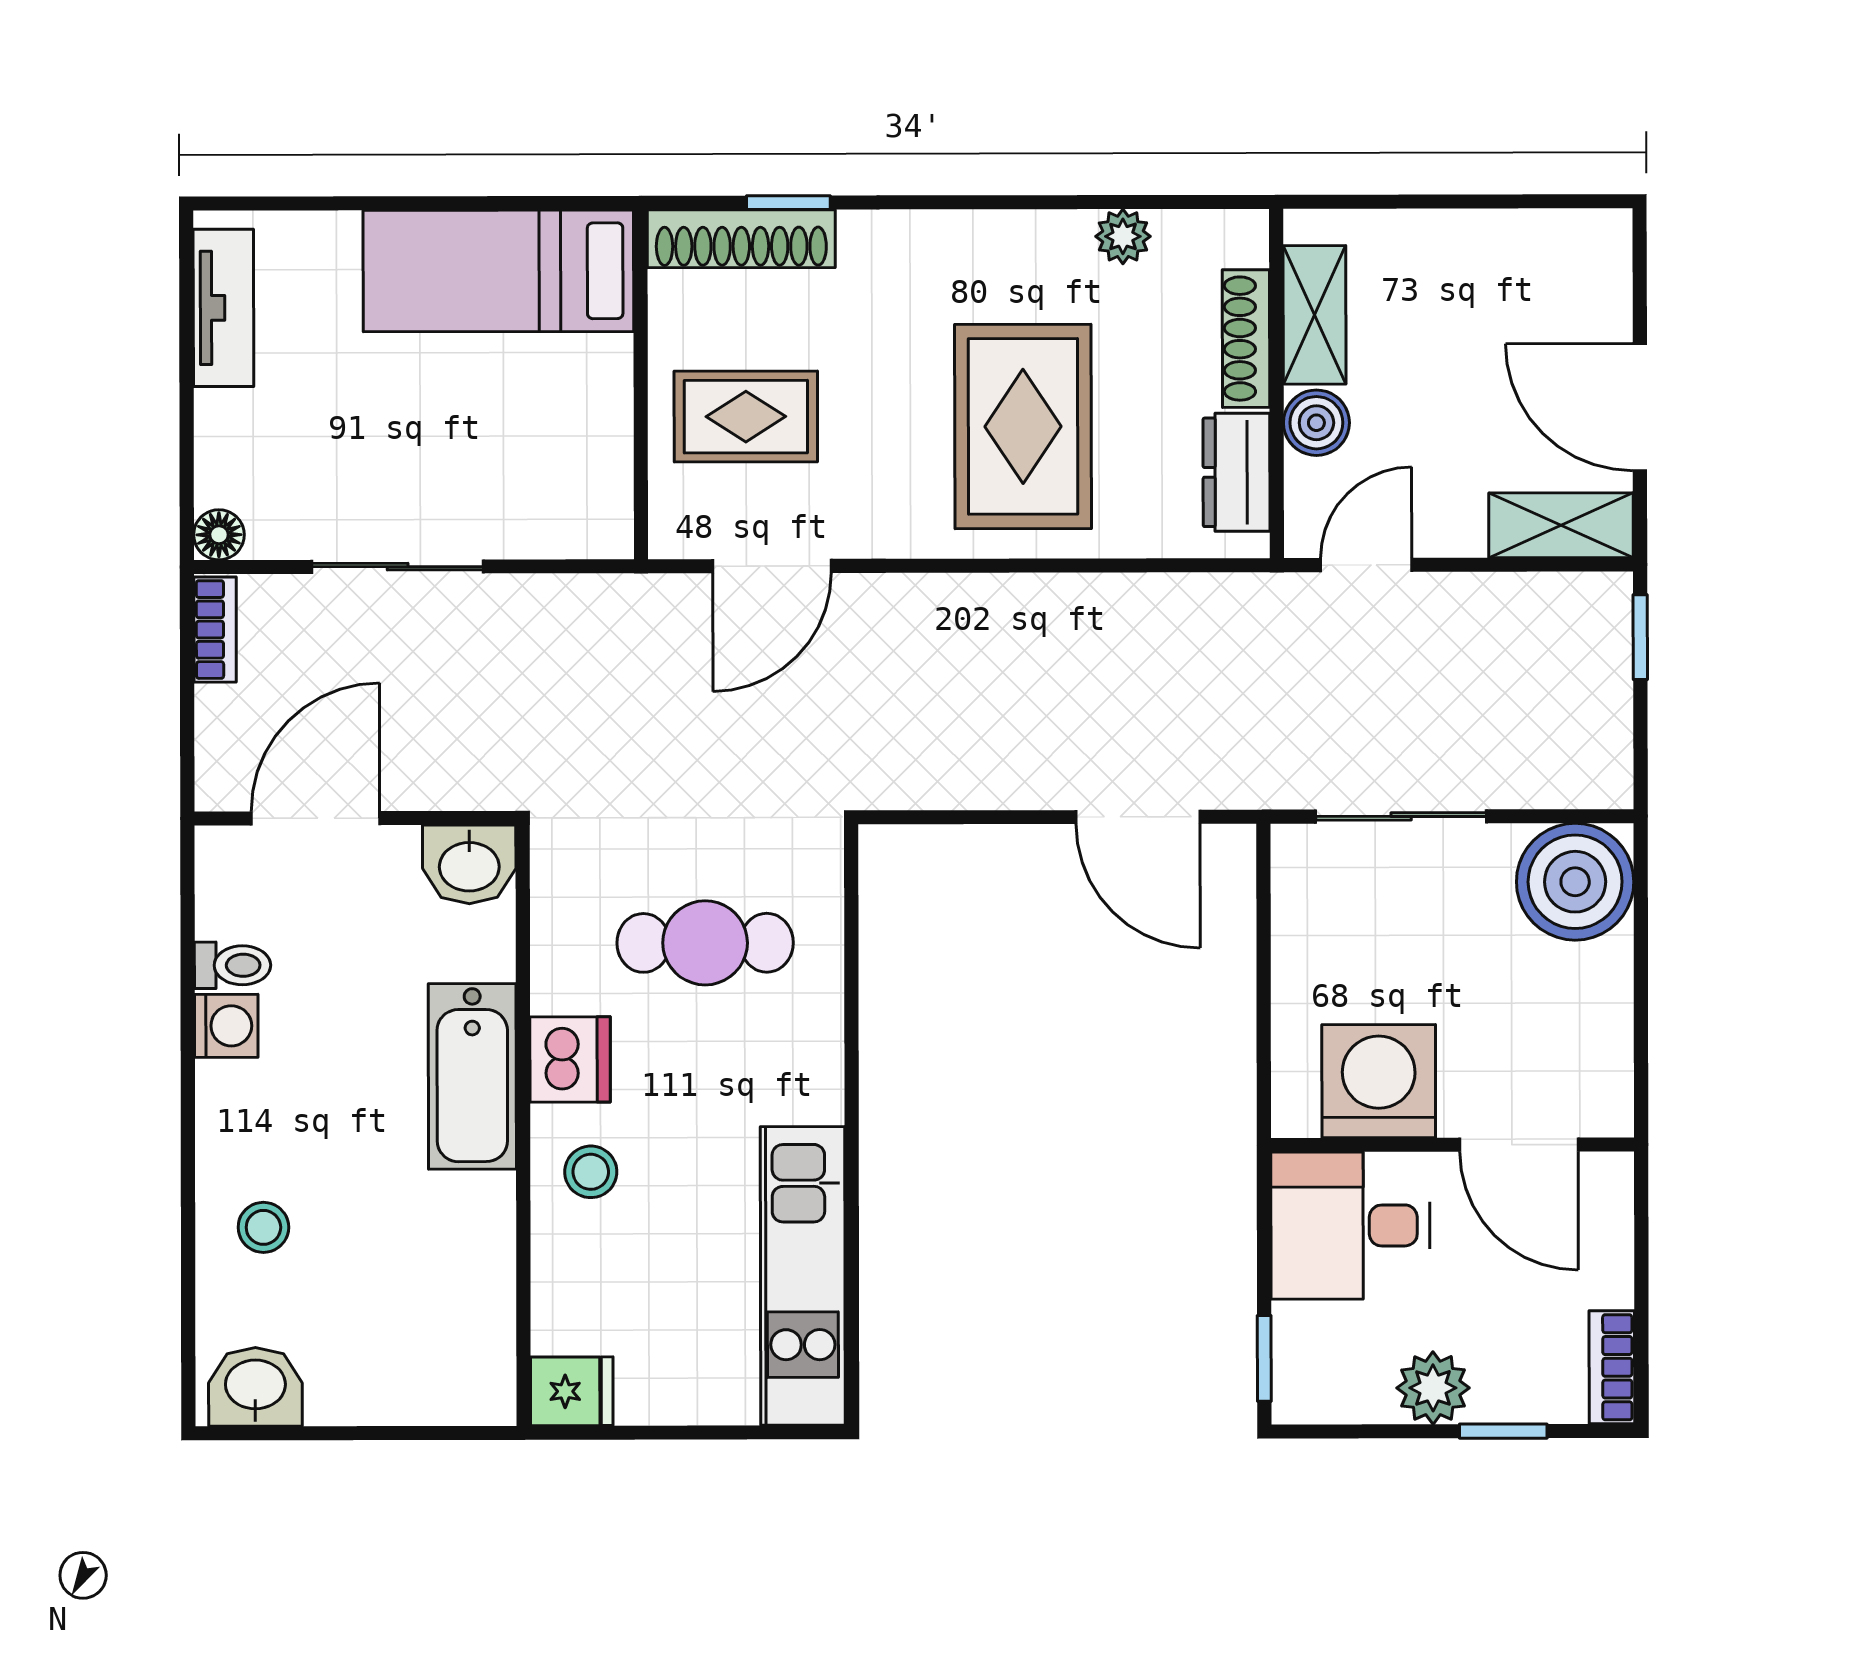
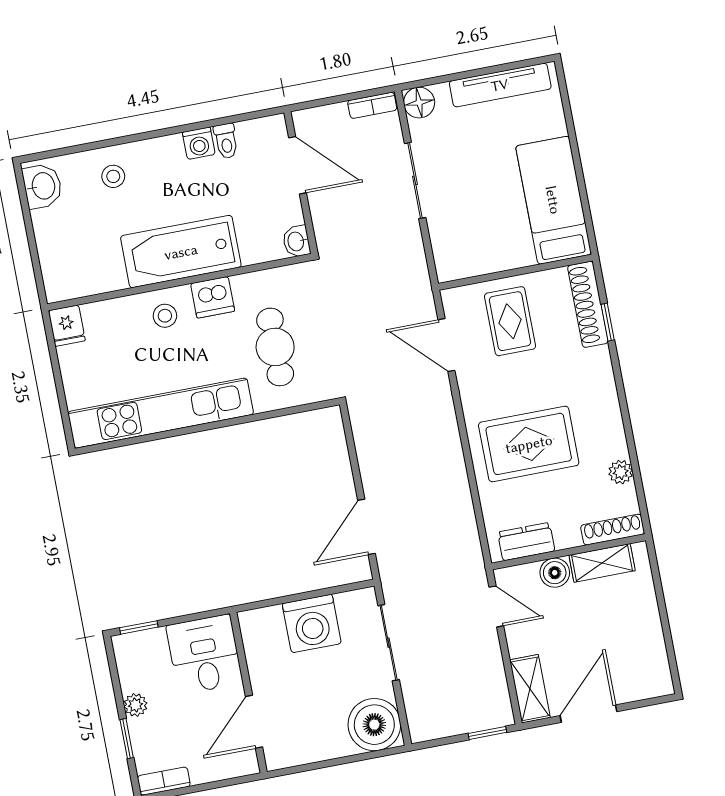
tv unit: (223, 308) -> (500, 85), width x1.41
shoe rack: (1246, 339) -> (613, 530), moved
floor lamp: (219, 535) -> (419, 103), width x1.37, depth x1.37
washbasin: (469, 864) -> (296, 241), width x0.72, depth x0.69
bathtub: (472, 1076) -> (181, 252), width x1.36, depth x1.36
washing machine: (1379, 1081) -> (312, 623), moved, turned 90
kitchen unit: (803, 1276) -> (161, 413), width x1.36
plant: (1433, 1388) -> (135, 705), width x0.73, depth x0.73

